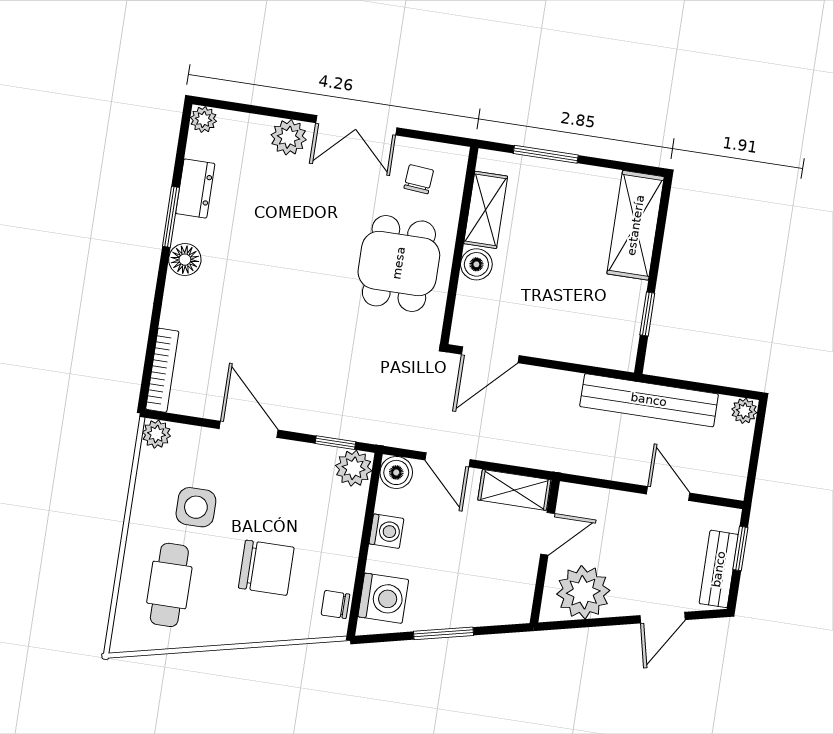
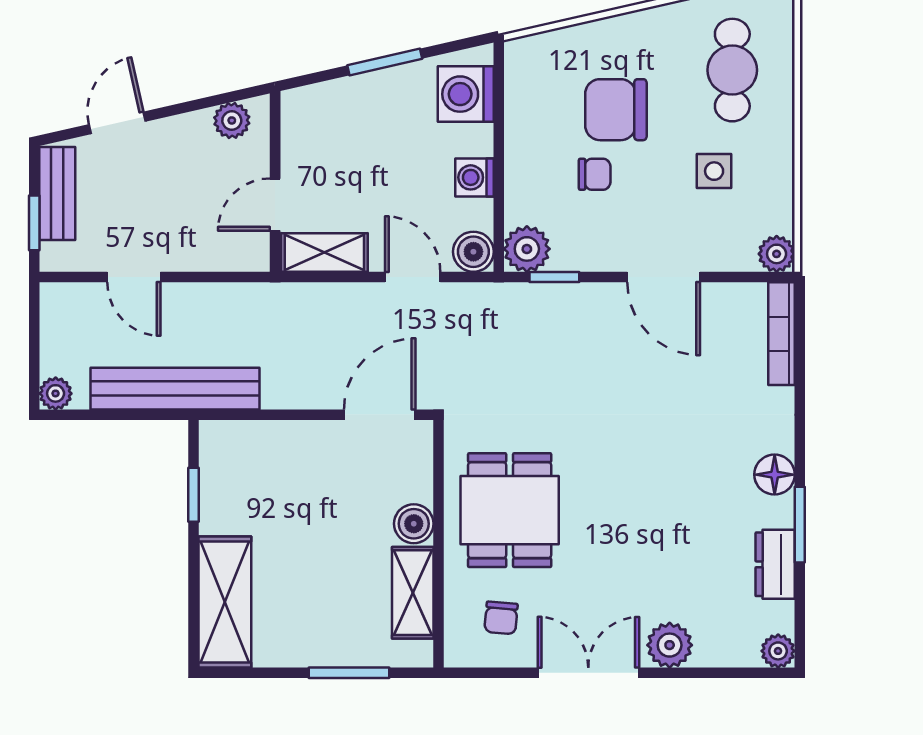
side table: (196, 507) -> (714, 171), width x0.73, depth x0.73
plant: (583, 592) -> (232, 120), width x0.53, depth x0.53
chair: (336, 604) -> (595, 174), moved

